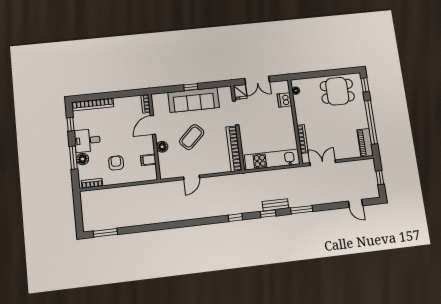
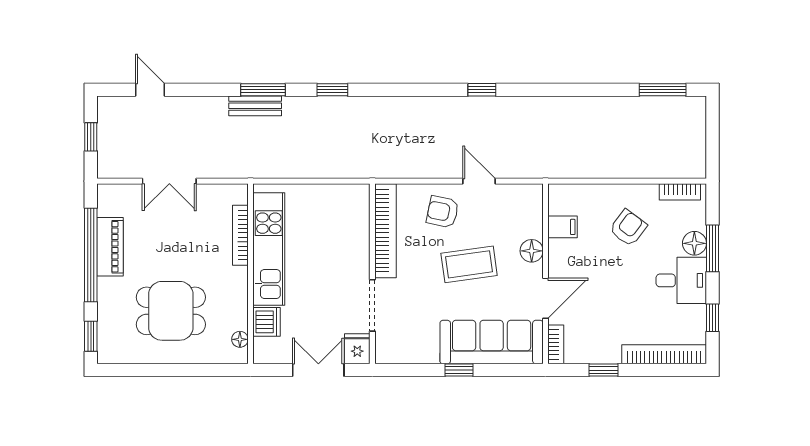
dining table: (337, 91) -> (171, 311), moved
window: (121, 94) -> (604, 370), added
sofa: (194, 100) -> (492, 342), moved
coffee table: (192, 137) -> (469, 264), turned 36
piano: (365, 143) -> (110, 247), moved
kitchen unit: (272, 159) -> (269, 249), moved, turned -90
armchair: (207, 161) -> (443, 212), added
armchair: (116, 163) -> (628, 228), turned -143
double door: (323, 163) -> (169, 181), moved
door: (191, 177) -> (479, 181), hinge flipped
bench: (275, 205) -> (255, 106), moved
window: (235, 217) -> (482, 90), moved

